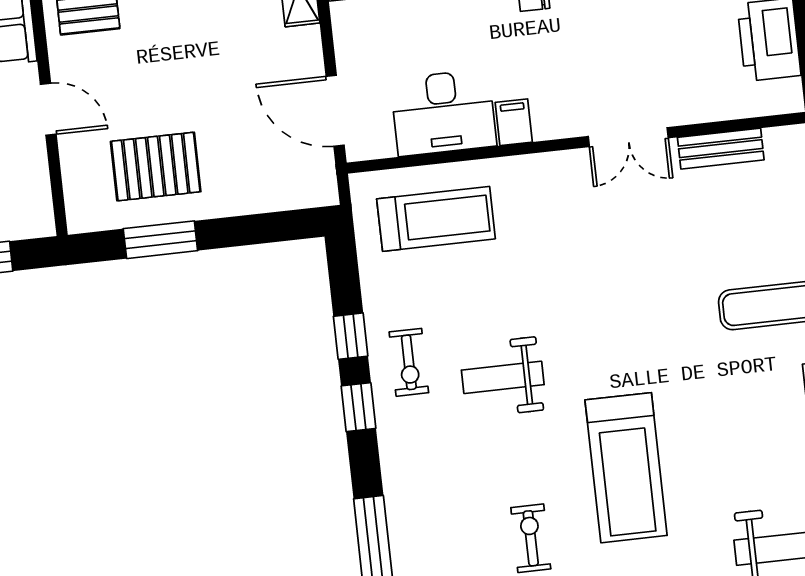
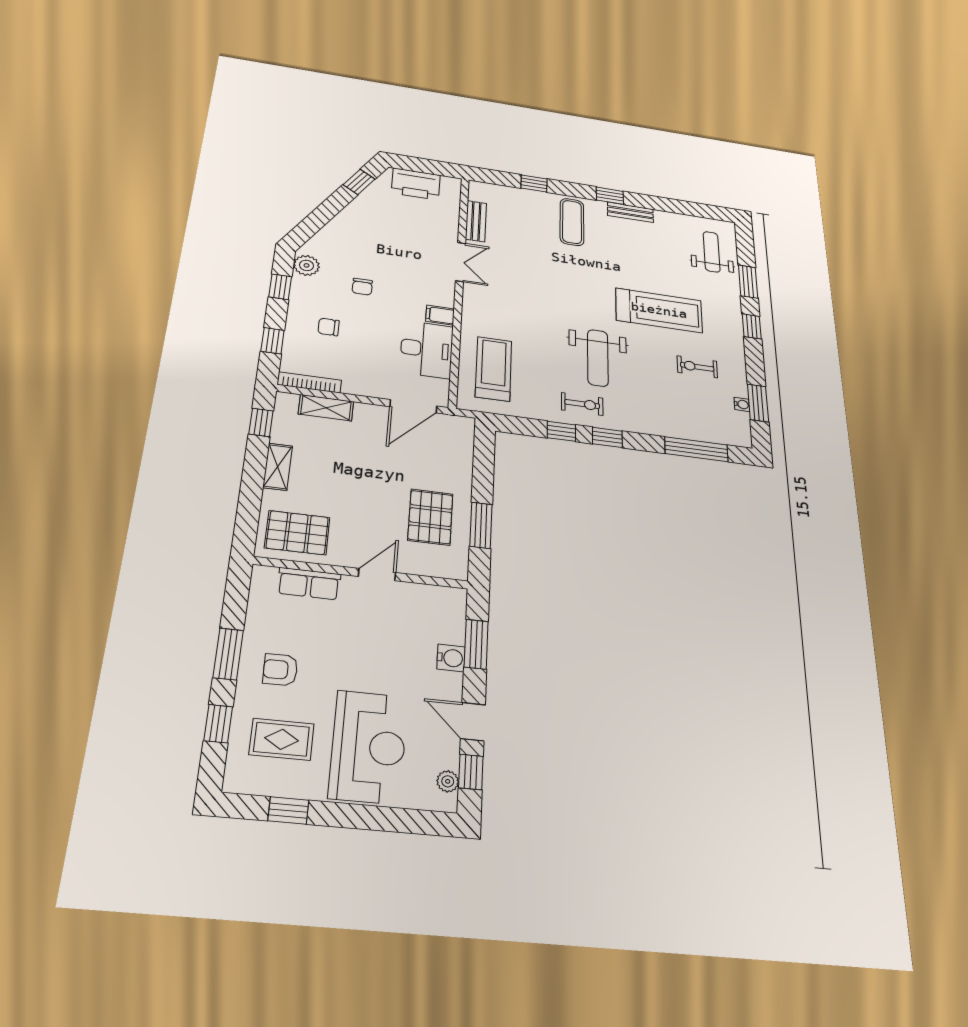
weight bench: (503, 377) -> (598, 358), width x1.36, depth x1.33

